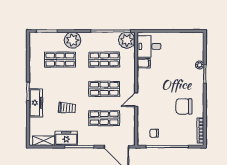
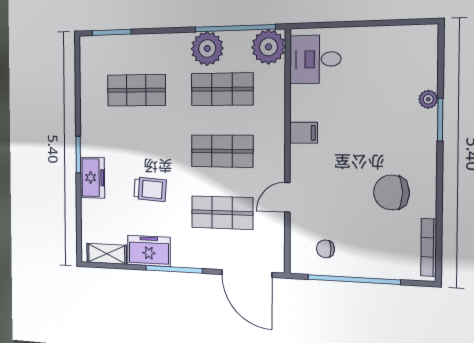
plant: (72, 40) -> (207, 48), moved
filing cabinet: (144, 63) -> (304, 133), moved
door: (136, 100) -> (287, 197), moved
freezer: (36, 103) -> (92, 178), width x0.71

